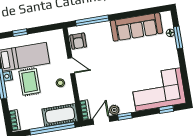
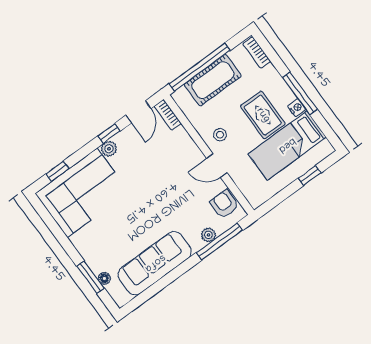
plant: (97, 28) -> (208, 235), added
plant: (114, 110) -> (109, 149), moved
cot: (60, 115) -> (213, 80), moved

